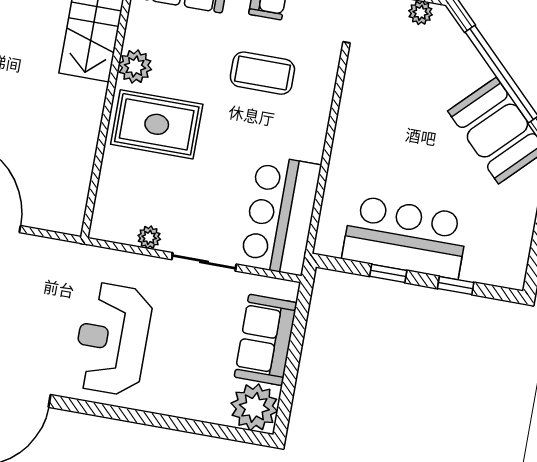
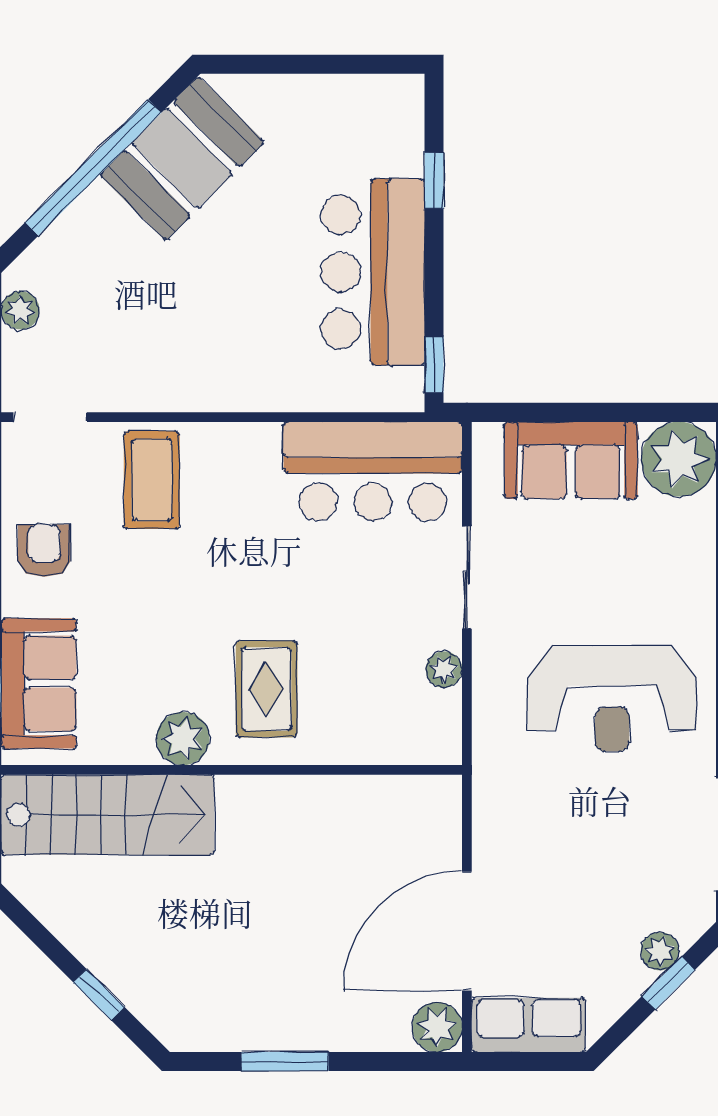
coffee table: (262, 73) -> (152, 480), moved
rug: (157, 124) -> (267, 689), width x0.73, depth x0.70
window: (388, 273) -> (434, 365), moved

